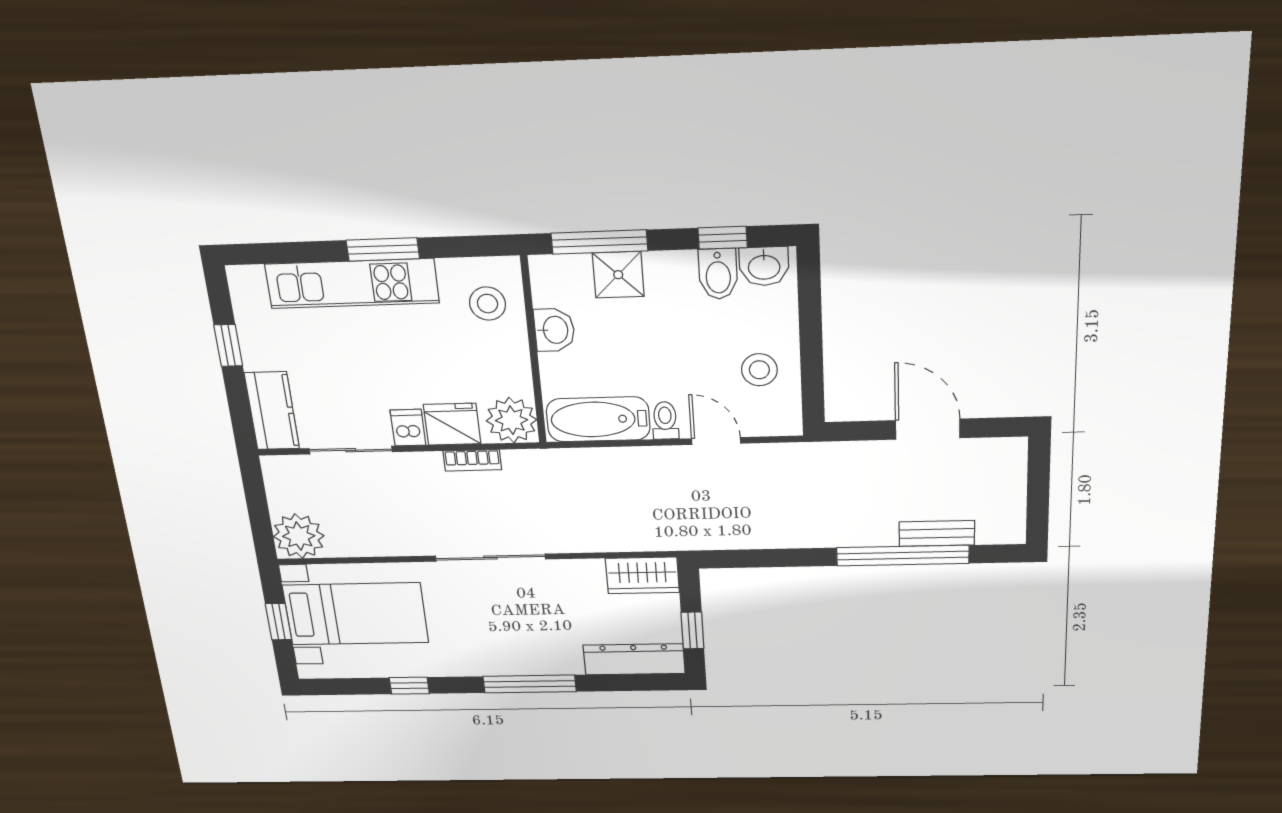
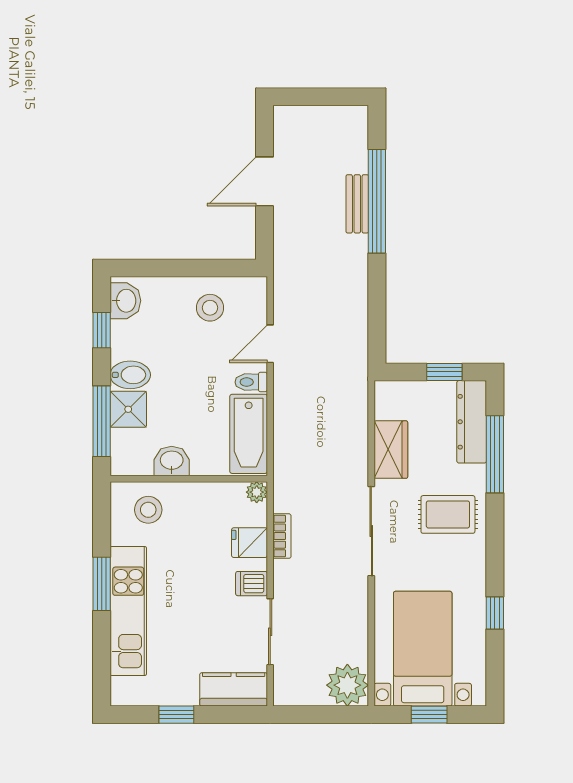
bidet: (718, 274) -> (130, 375), moved
plant: (511, 420) -> (257, 492), width x0.53, depth x0.53
fridge: (452, 424) -> (250, 543), width x0.72
bench: (937, 533) -> (357, 204), moved
wardrobe: (642, 575) -> (391, 450), moved
rug: (520, 637) -> (448, 514), added
window: (530, 684) -> (495, 454), moved

